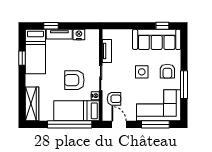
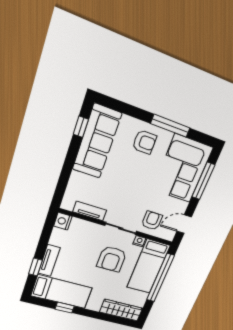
nightstand: (79, 35) -> (63, 221), moved
side table: (142, 72) -> (132, 176), removed

